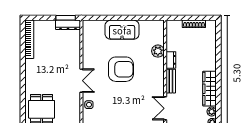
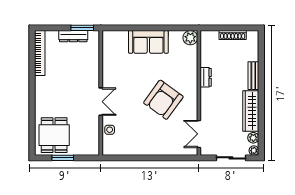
dresser: (68, 25) -> (73, 36), moved
plant: (158, 51) -> (190, 38), moved
armchair: (121, 69) -> (163, 100), moved, turned 126
bench: (171, 81) -> (253, 76), moved

